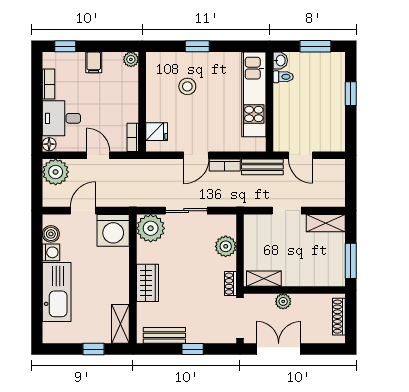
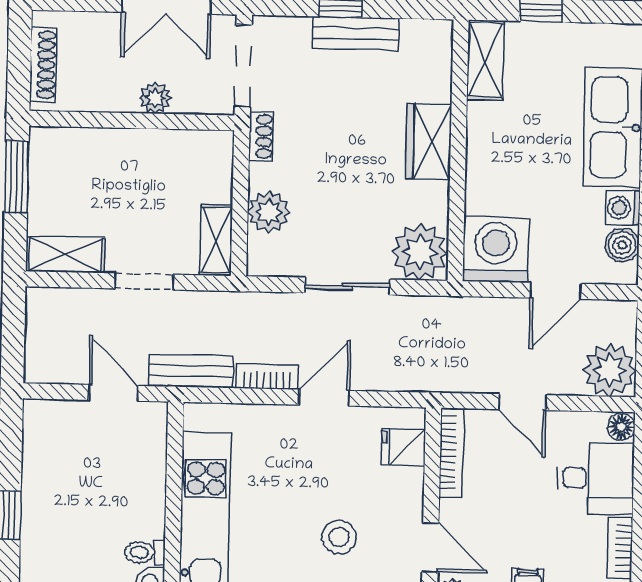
door: (142, 82) -> (430, 547), added
bookcase: (133, 137) -> (451, 453), width x1.56
shelving: (264, 279) -> (216, 240), moved, turned 90
bench: (164, 335) -> (356, 34), moved

